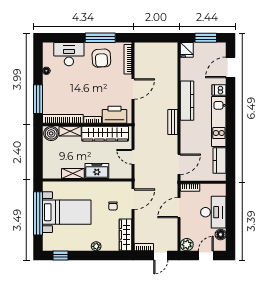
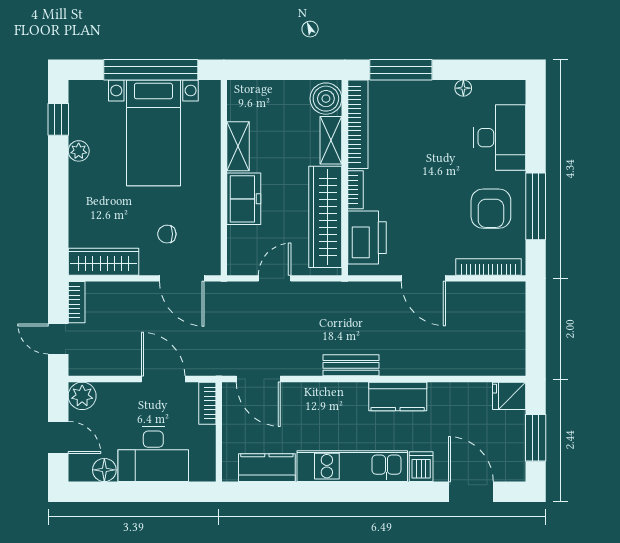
armchair: (101, 58) -> (491, 209), turned -87
kitchen counter: (187, 101) -> (398, 396), width x0.67
plant: (96, 246) -> (79, 151), moved

